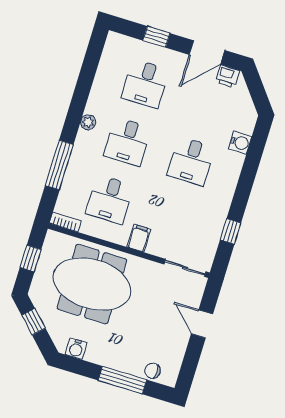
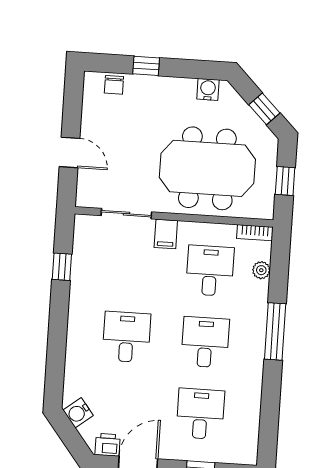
plant: (88, 122) -> (261, 270), moved
water cooler: (240, 143) -> (78, 413), moved, turned -38
window: (59, 165) -> (275, 331), moved
sliding door: (185, 268) -> (126, 214), moved
chair: (152, 371) -> (114, 85), turned 90
window: (122, 380) -> (146, 66), width x0.46

